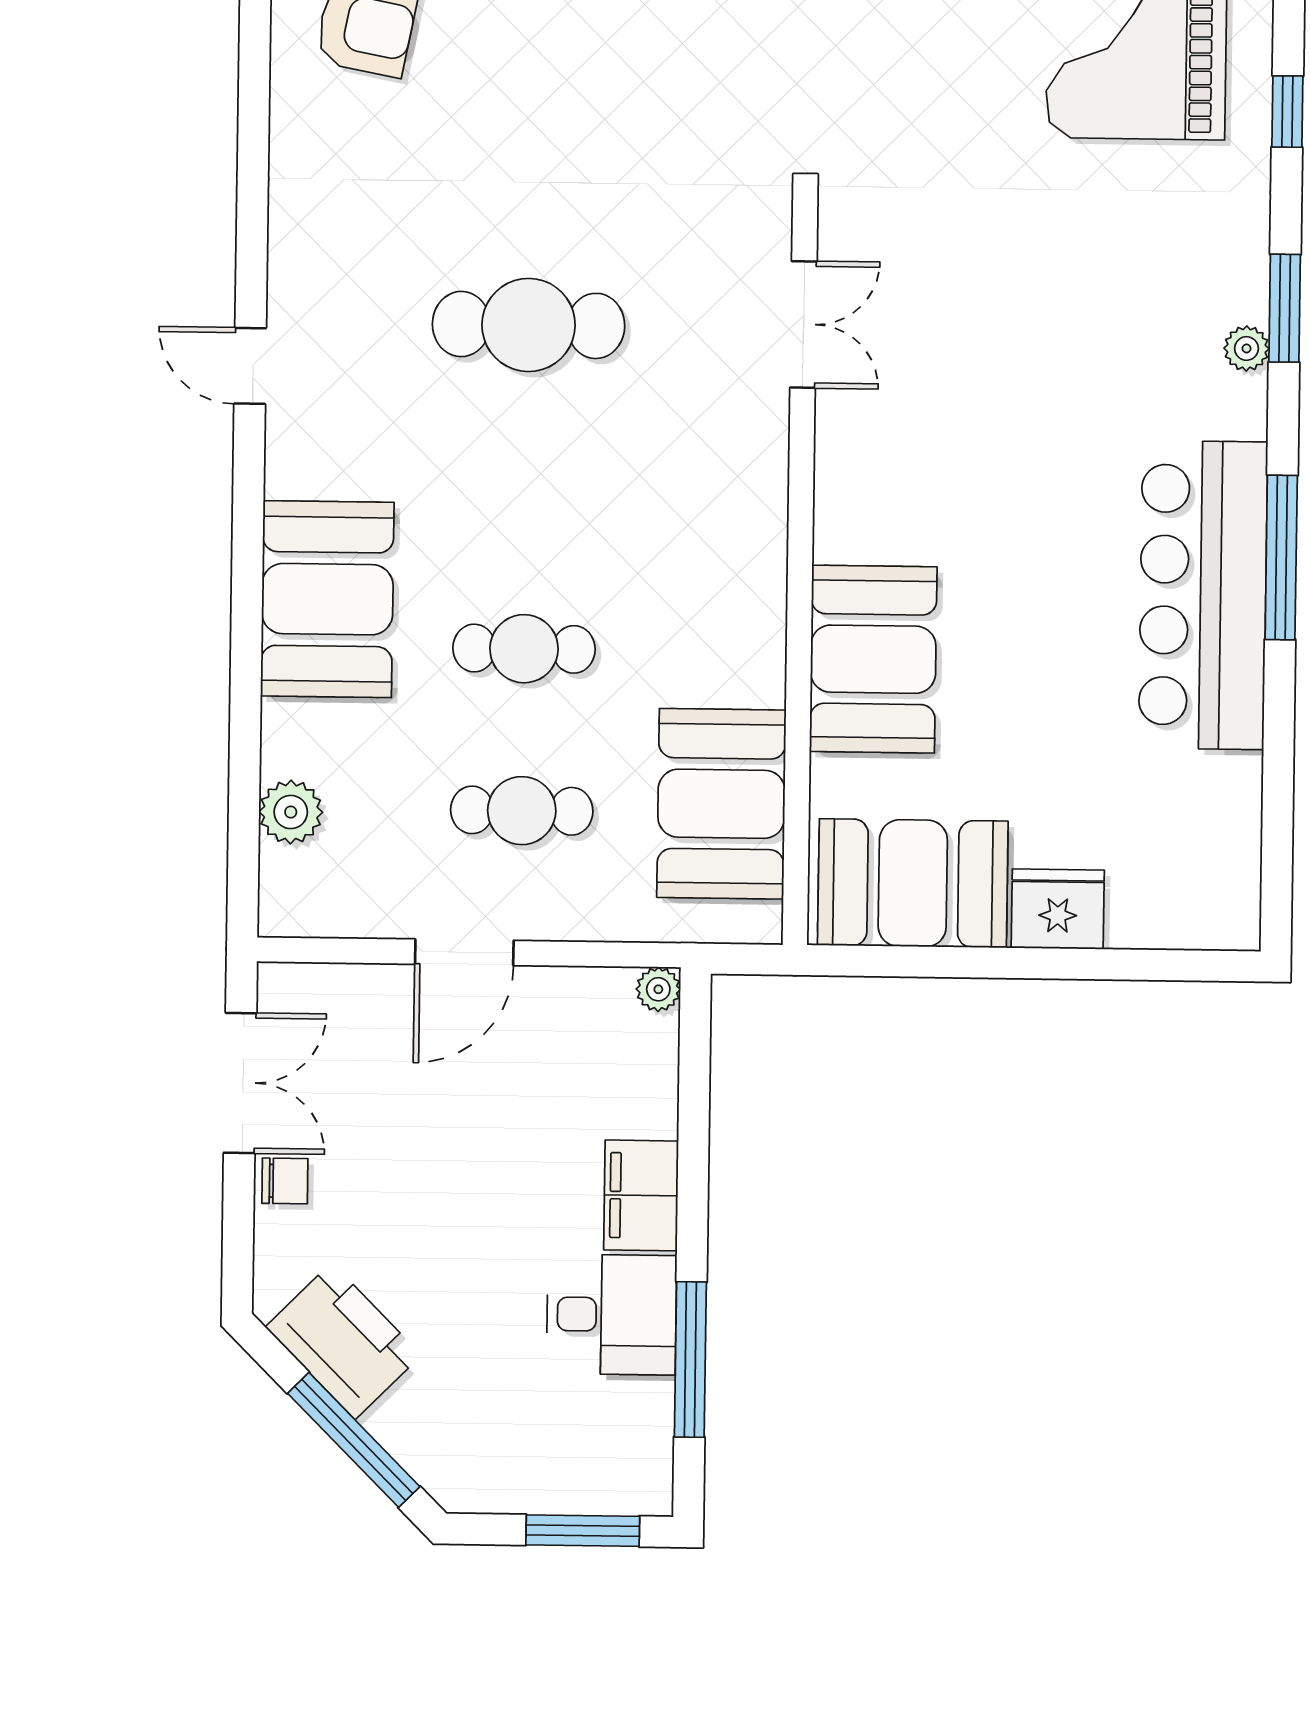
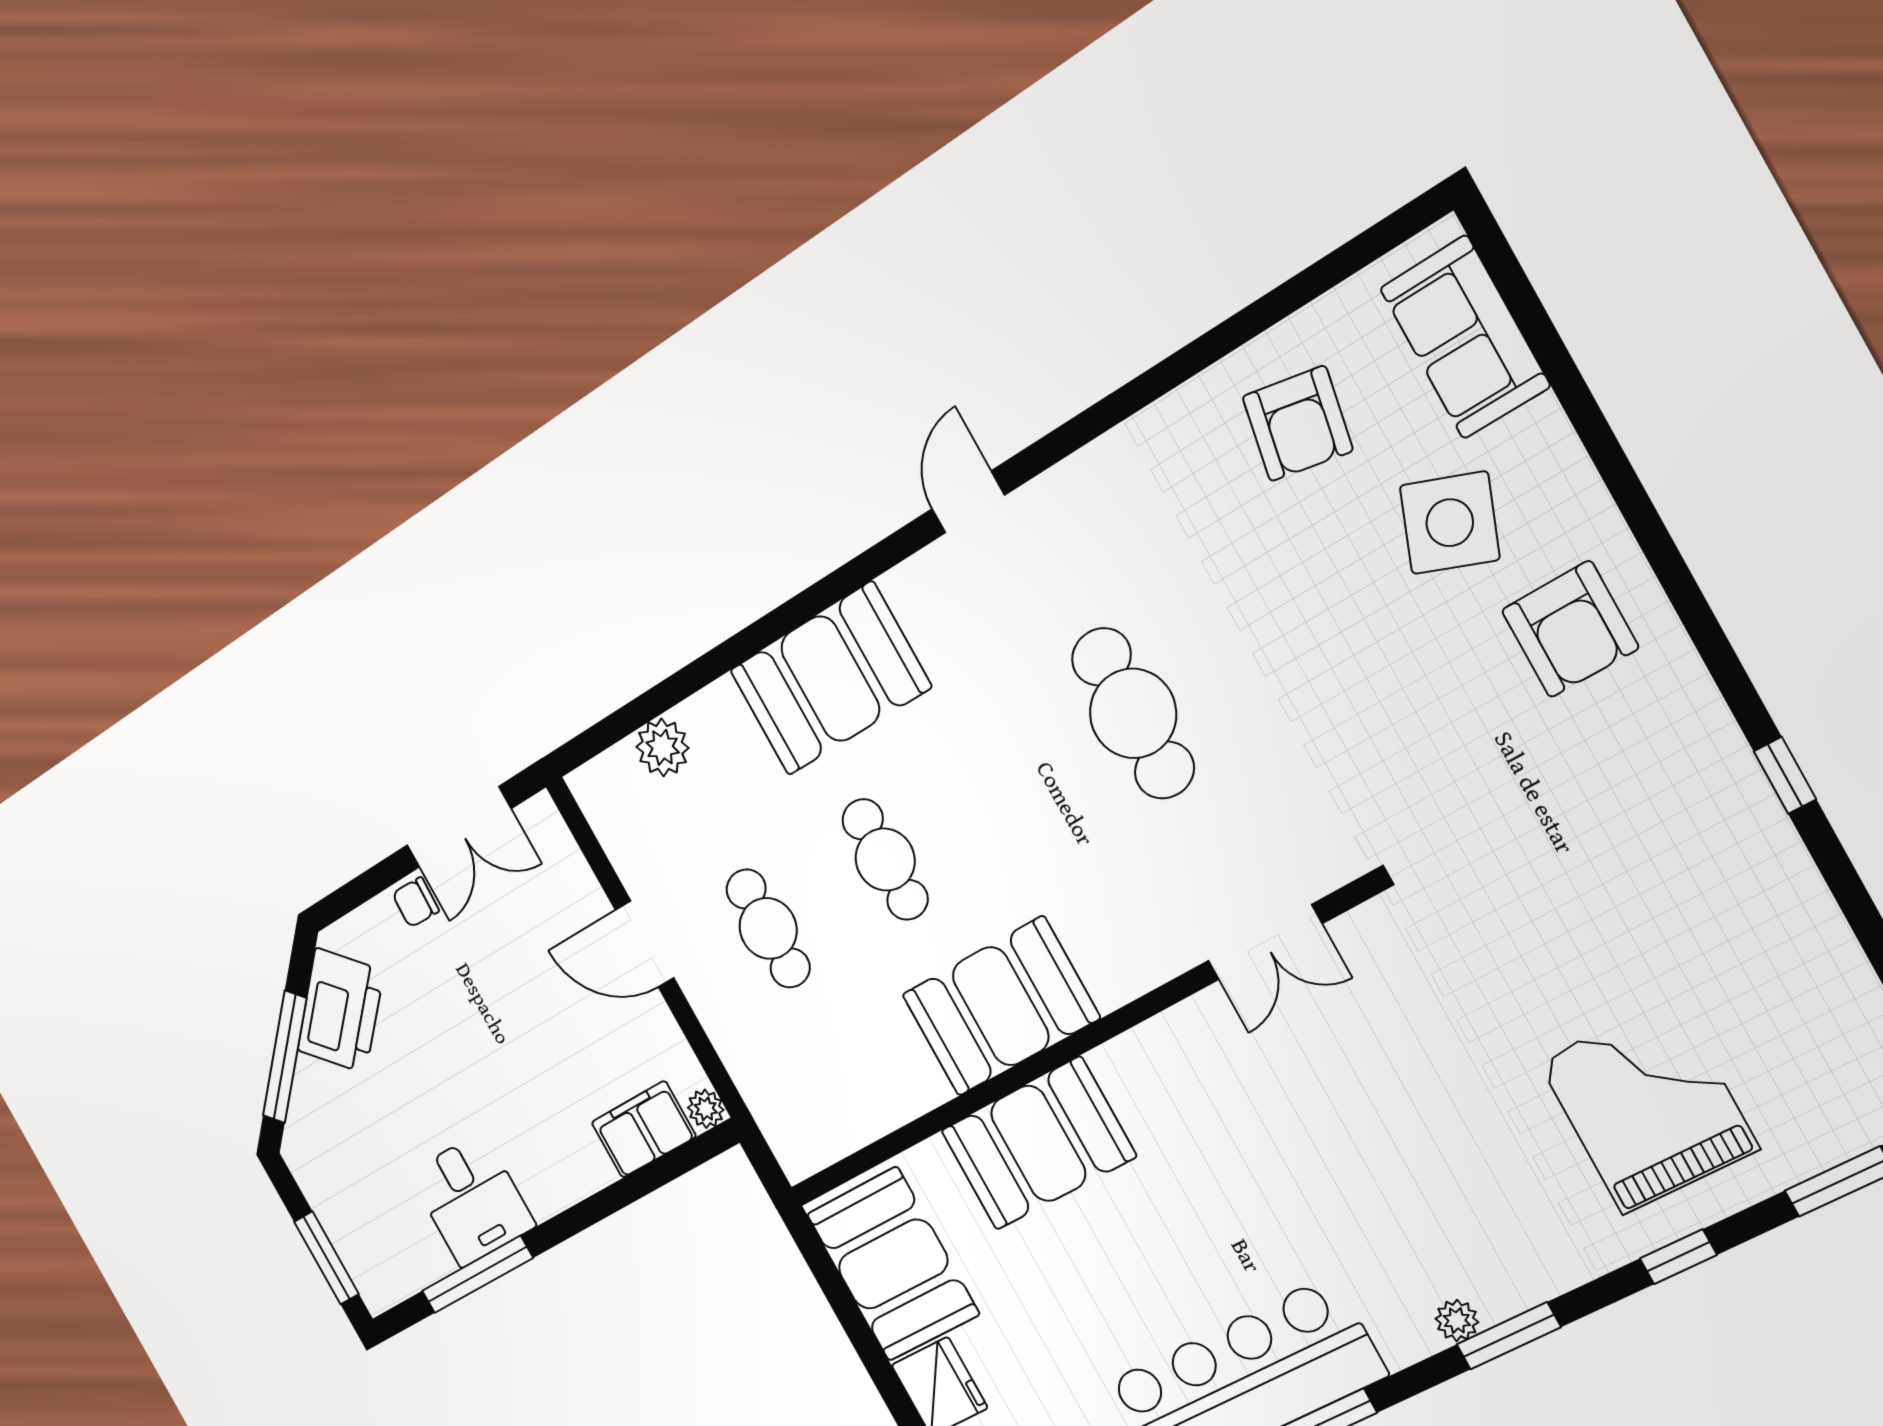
booth: (721, 804) -> (1001, 1006), moved
chair: (285, 1181) -> (416, 902), turned 92
filing cabinet: (641, 1195) -> (644, 1129), moved

